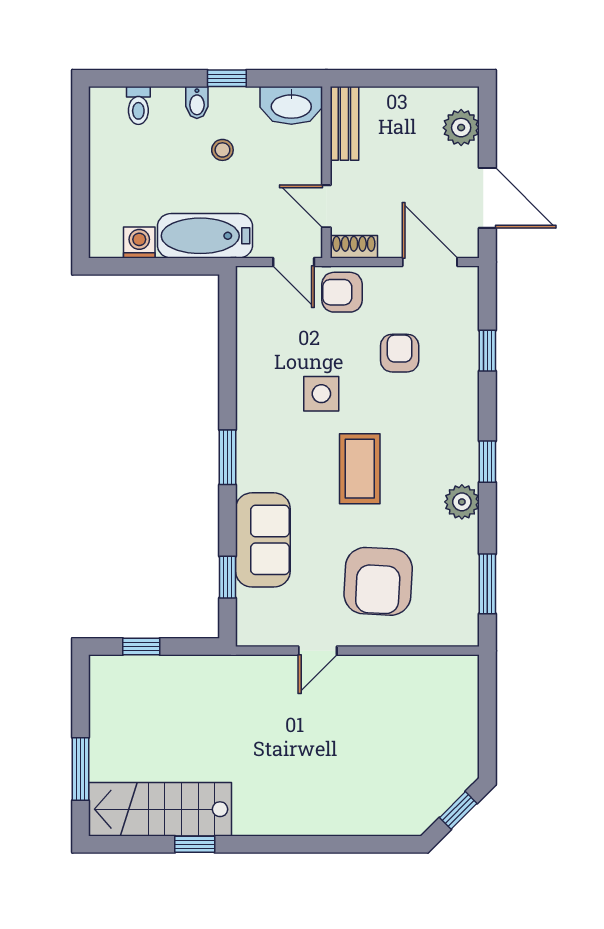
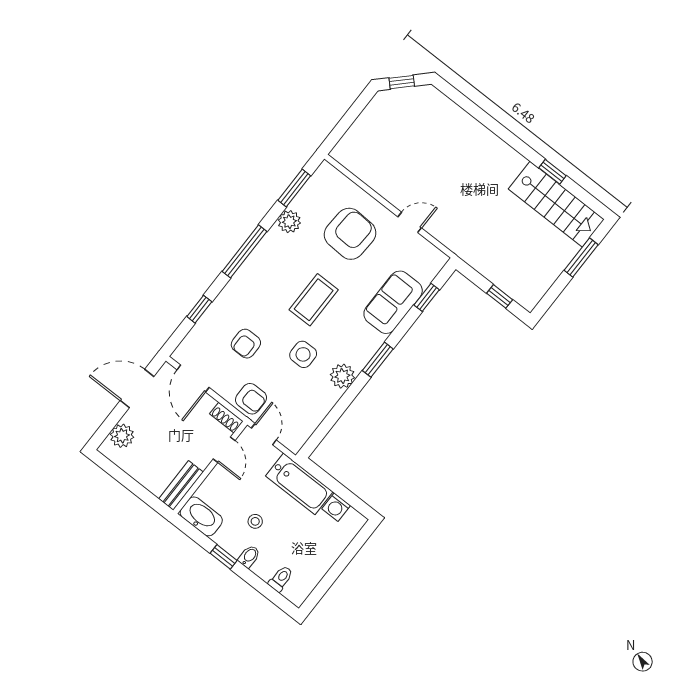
door: (487, 198) -> (137, 389), hinge flipped
plant: (254, 405) -> (342, 376), added
window: (487, 462) -> (245, 251), width x2.17
plant: (462, 502) -> (289, 222), moved

